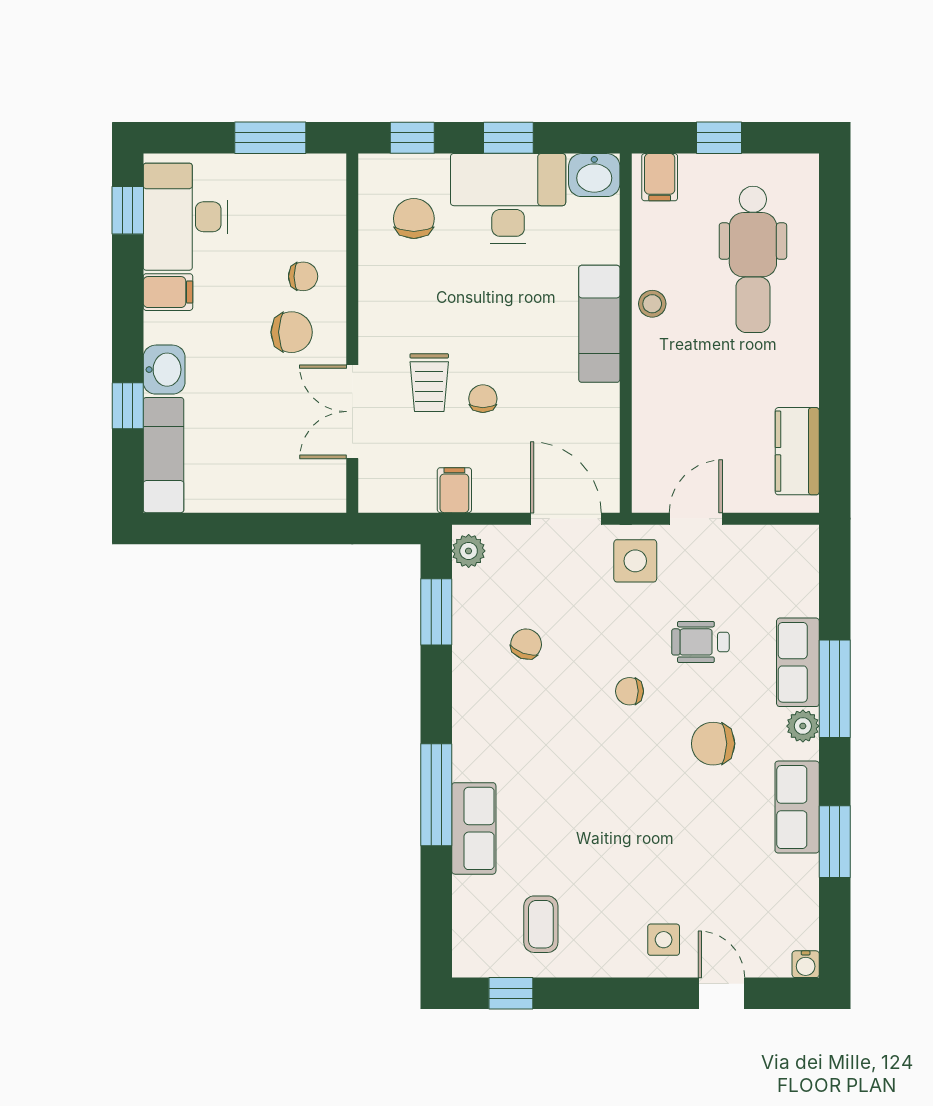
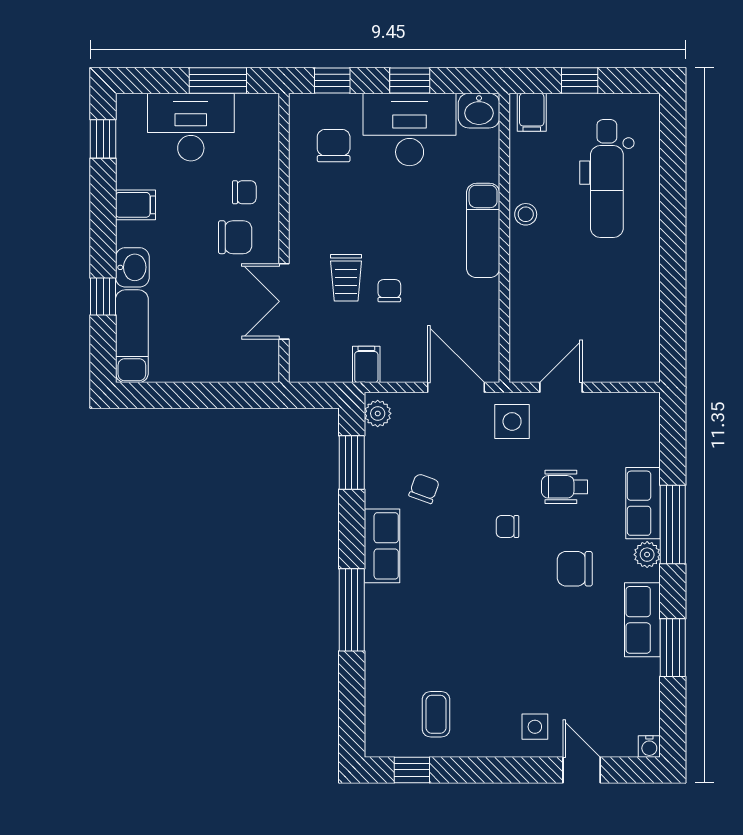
desk: (185, 217) -> (191, 127), moved, turned 90
kitchen counter: (797, 451) -> (643, 333), removed
row of seats: (474, 828) -> (382, 546), moved

